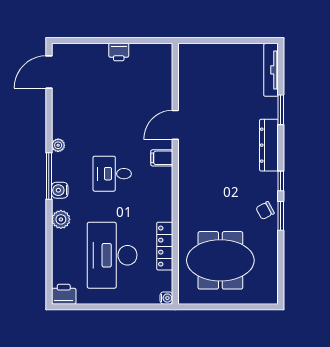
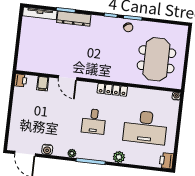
printer: (119, 52) -> (21, 80), moved
dresser: (269, 145) -> (74, 19), moved
filing cabinet: (162, 158) -> (43, 84), moved
water cooler: (60, 190) -> (47, 149), moved
locker: (165, 246) -> (112, 90), moved

